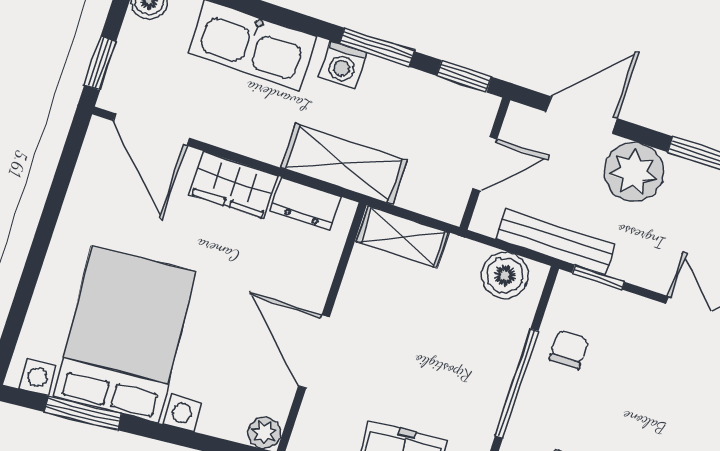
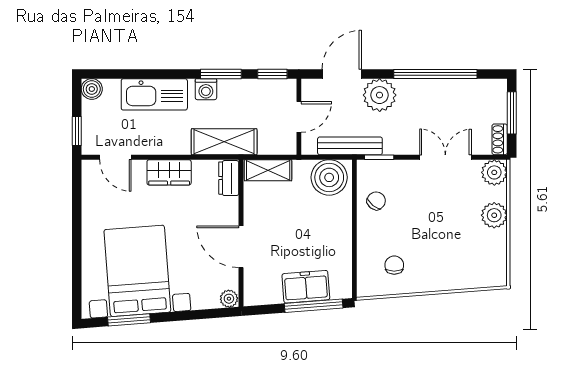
door: (151, 129) -> (115, 157), width x0.73
dresser: (306, 204) -> (229, 178), moved, turned 90
boiler: (505, 275) -> (329, 177), width x1.37, depth x1.37
chair: (569, 350) -> (376, 201), turned 39
window: (517, 383) -> (354, 228), removed

